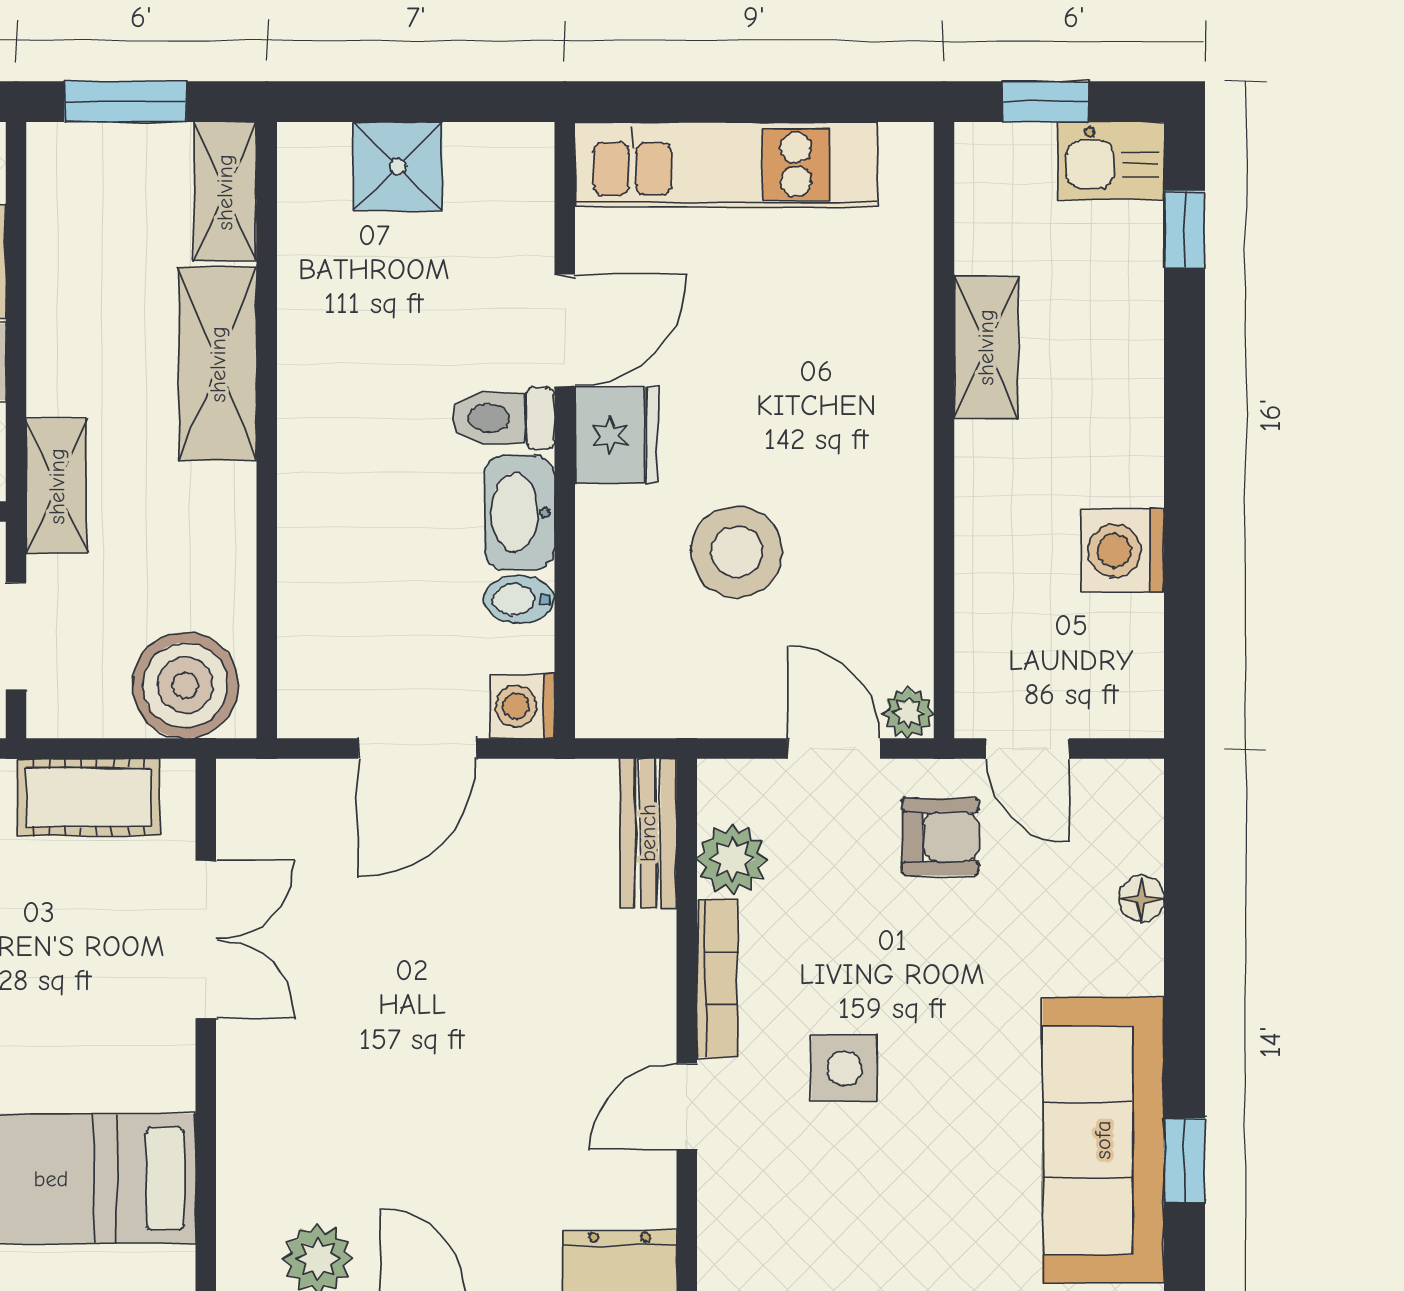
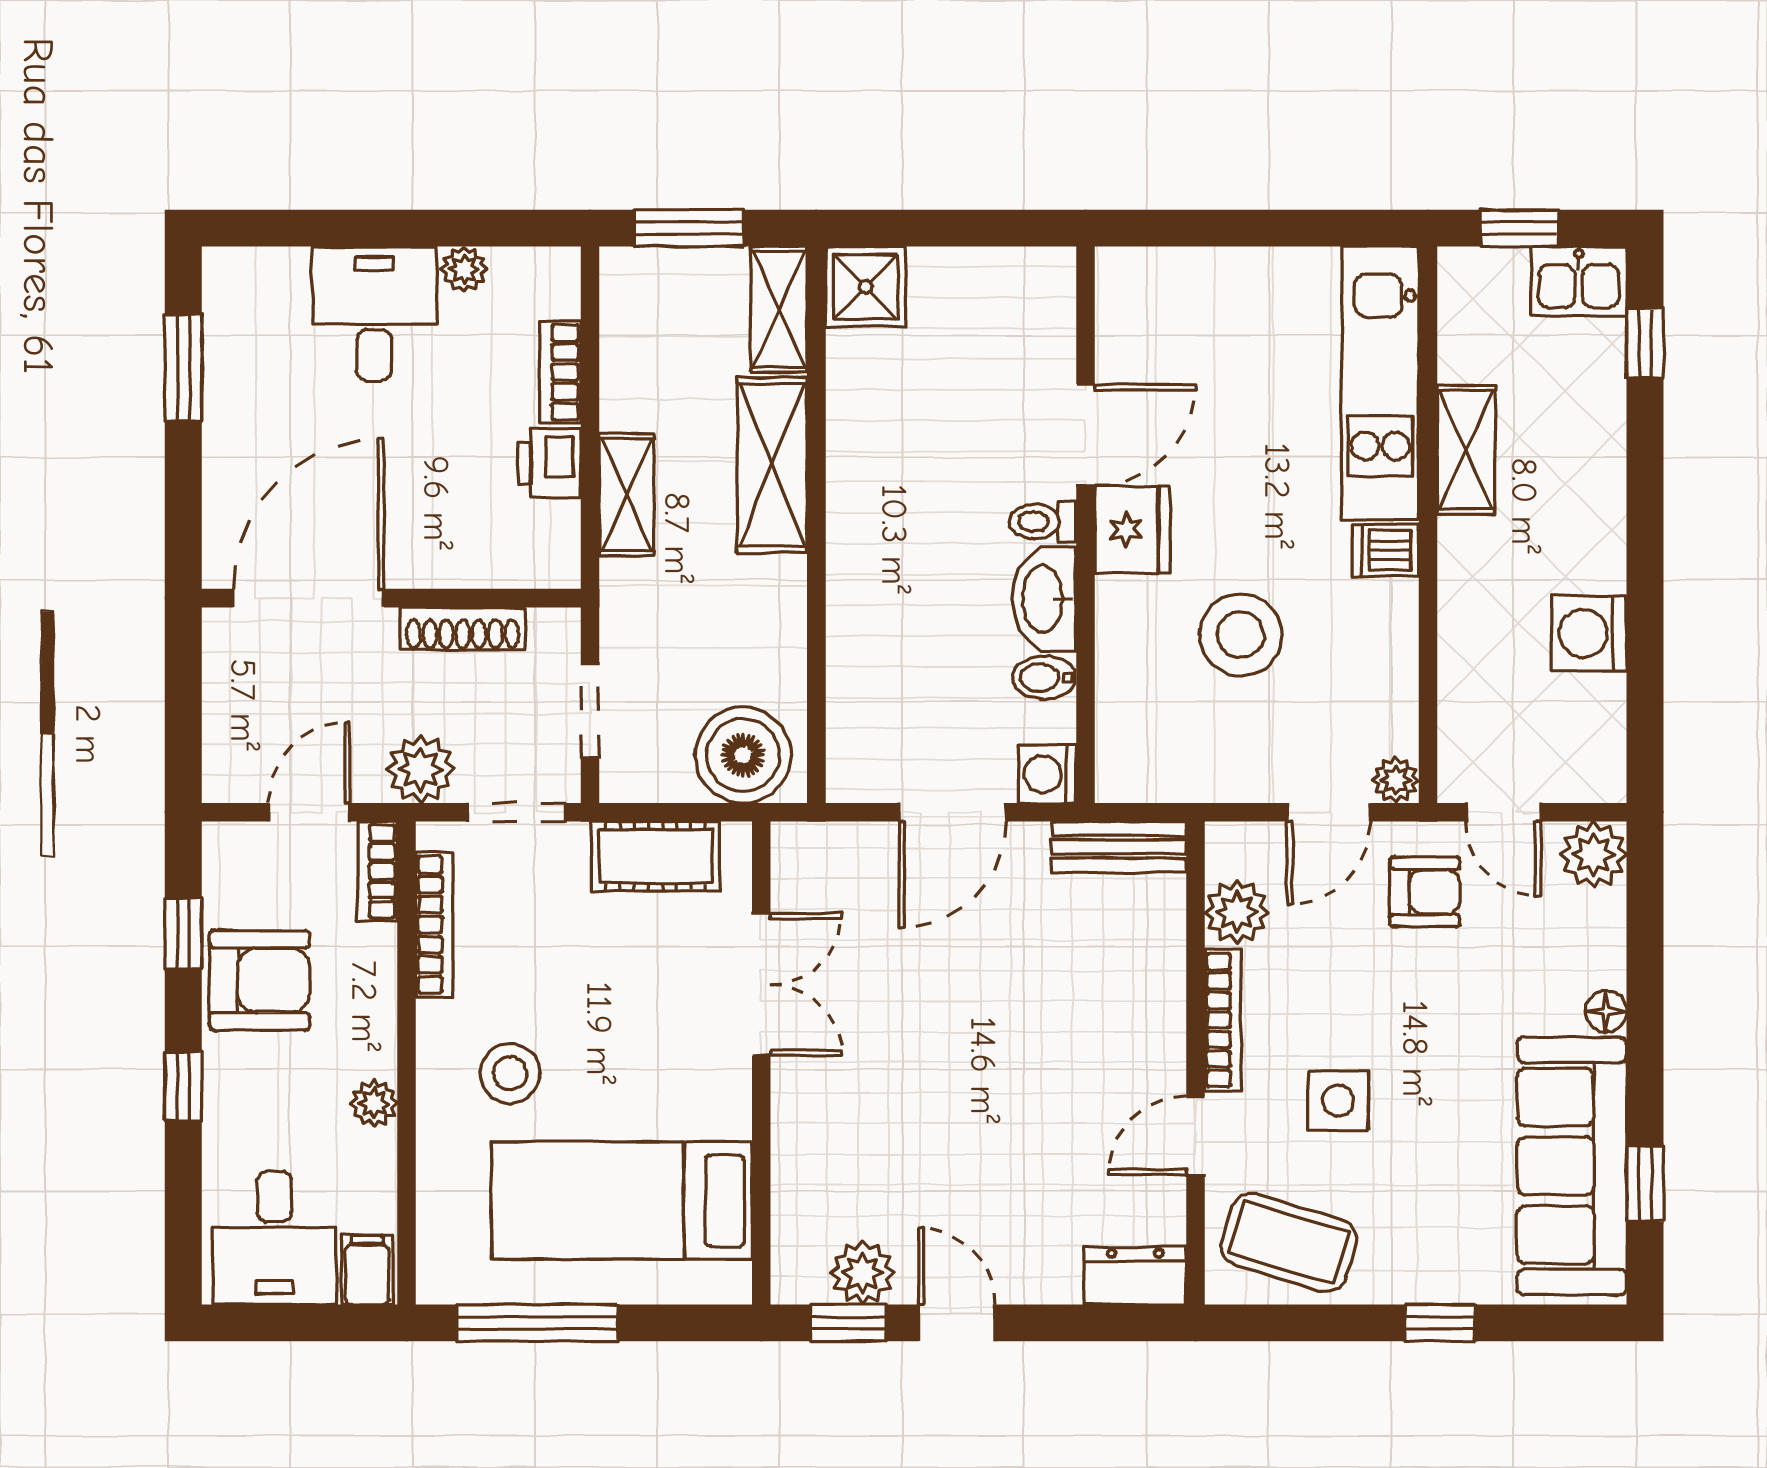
kitchen unit: (726, 165) -> (1380, 383), moved, turned 90
shower: (398, 166) -> (866, 287), moved
toilet: (503, 418) -> (1043, 522), width x0.73, depth x0.72
dishwasher: (897, 458) -> (1385, 550), added
shelving: (57, 486) -> (627, 495), moved
door: (834, 749) -> (1328, 812), swing flipped
plant: (1127, 796) -> (1593, 855), added
bench: (648, 833) -> (1119, 847), moved, turned 90
floor lamp: (1141, 899) -> (1606, 1011), moved
coffee table: (790, 1225) -> (1289, 1243), added

